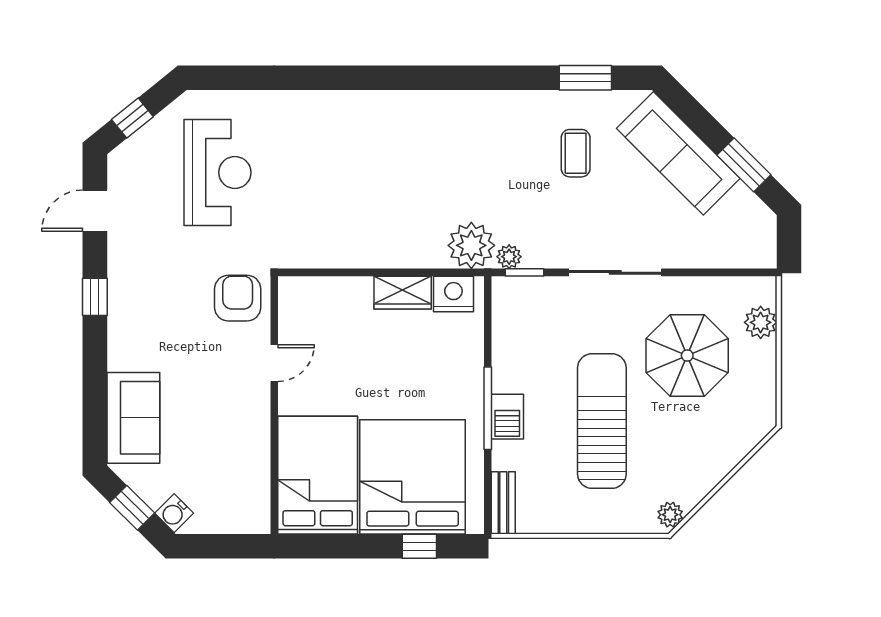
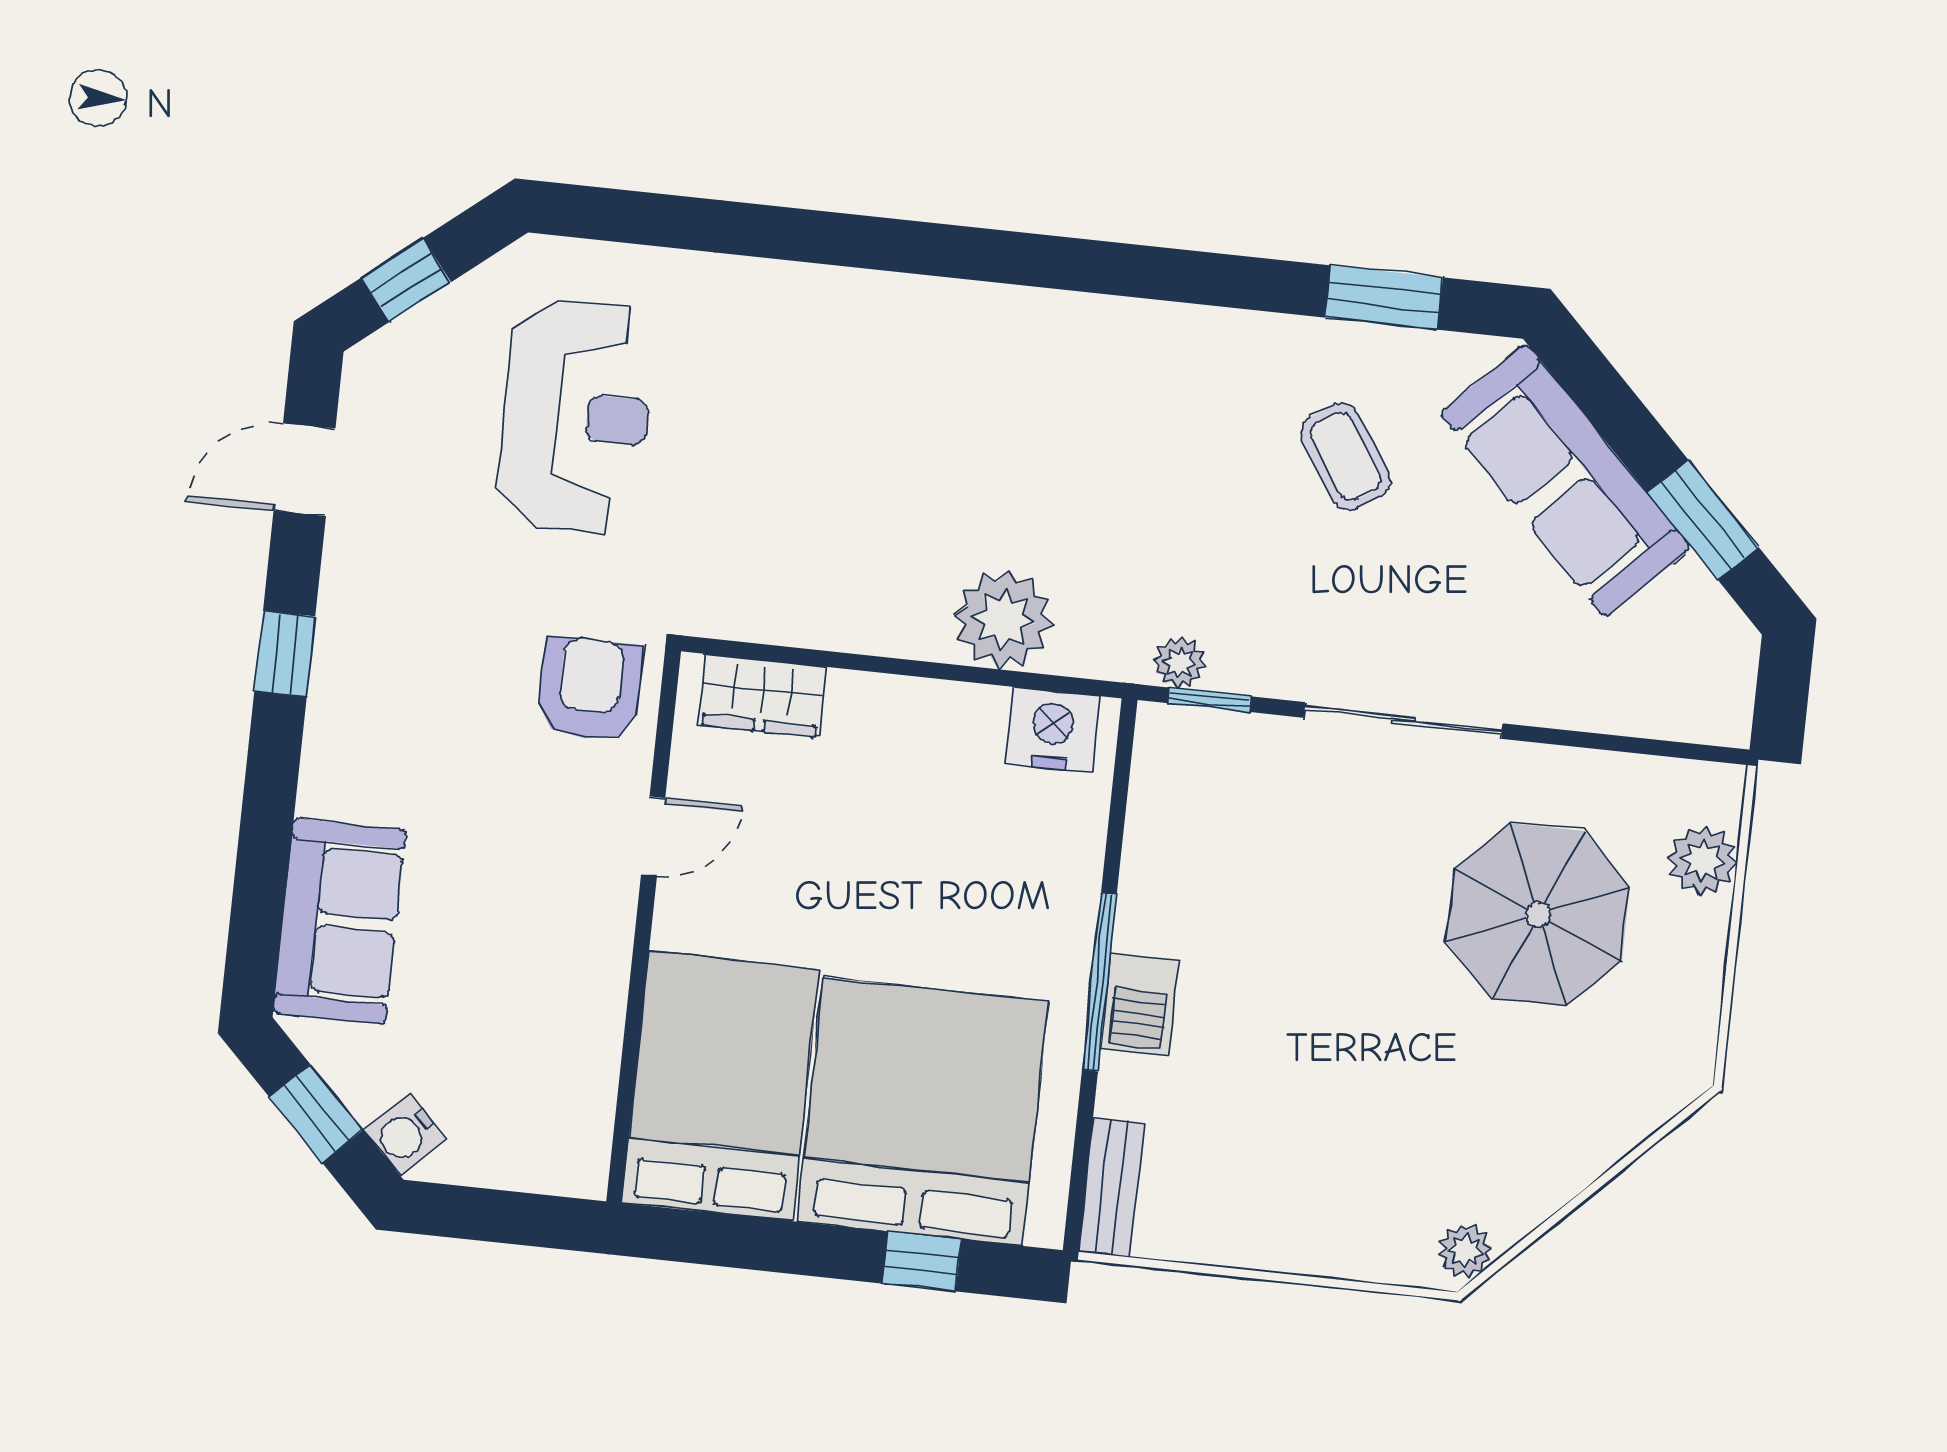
coffee table: (576, 153) -> (1346, 457), turned -33
plant: (471, 245) -> (1003, 620), moved
wardrobe: (403, 293) -> (762, 696), moved
sun lounger: (602, 421) -> (1341, 1035), removed

